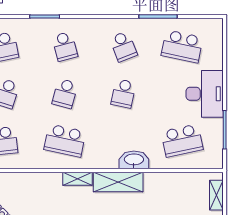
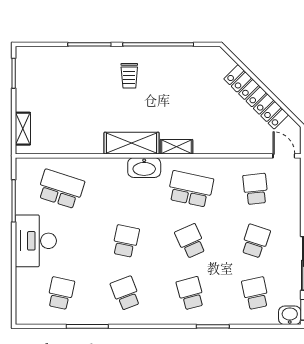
school desk: (182, 46) -> (61, 293), width x0.54
school desk: (65, 94) -> (191, 241), turned -39
school desk: (182, 141) -> (61, 189), turned 30
washbasin: (134, 160) -> (144, 168), moved

